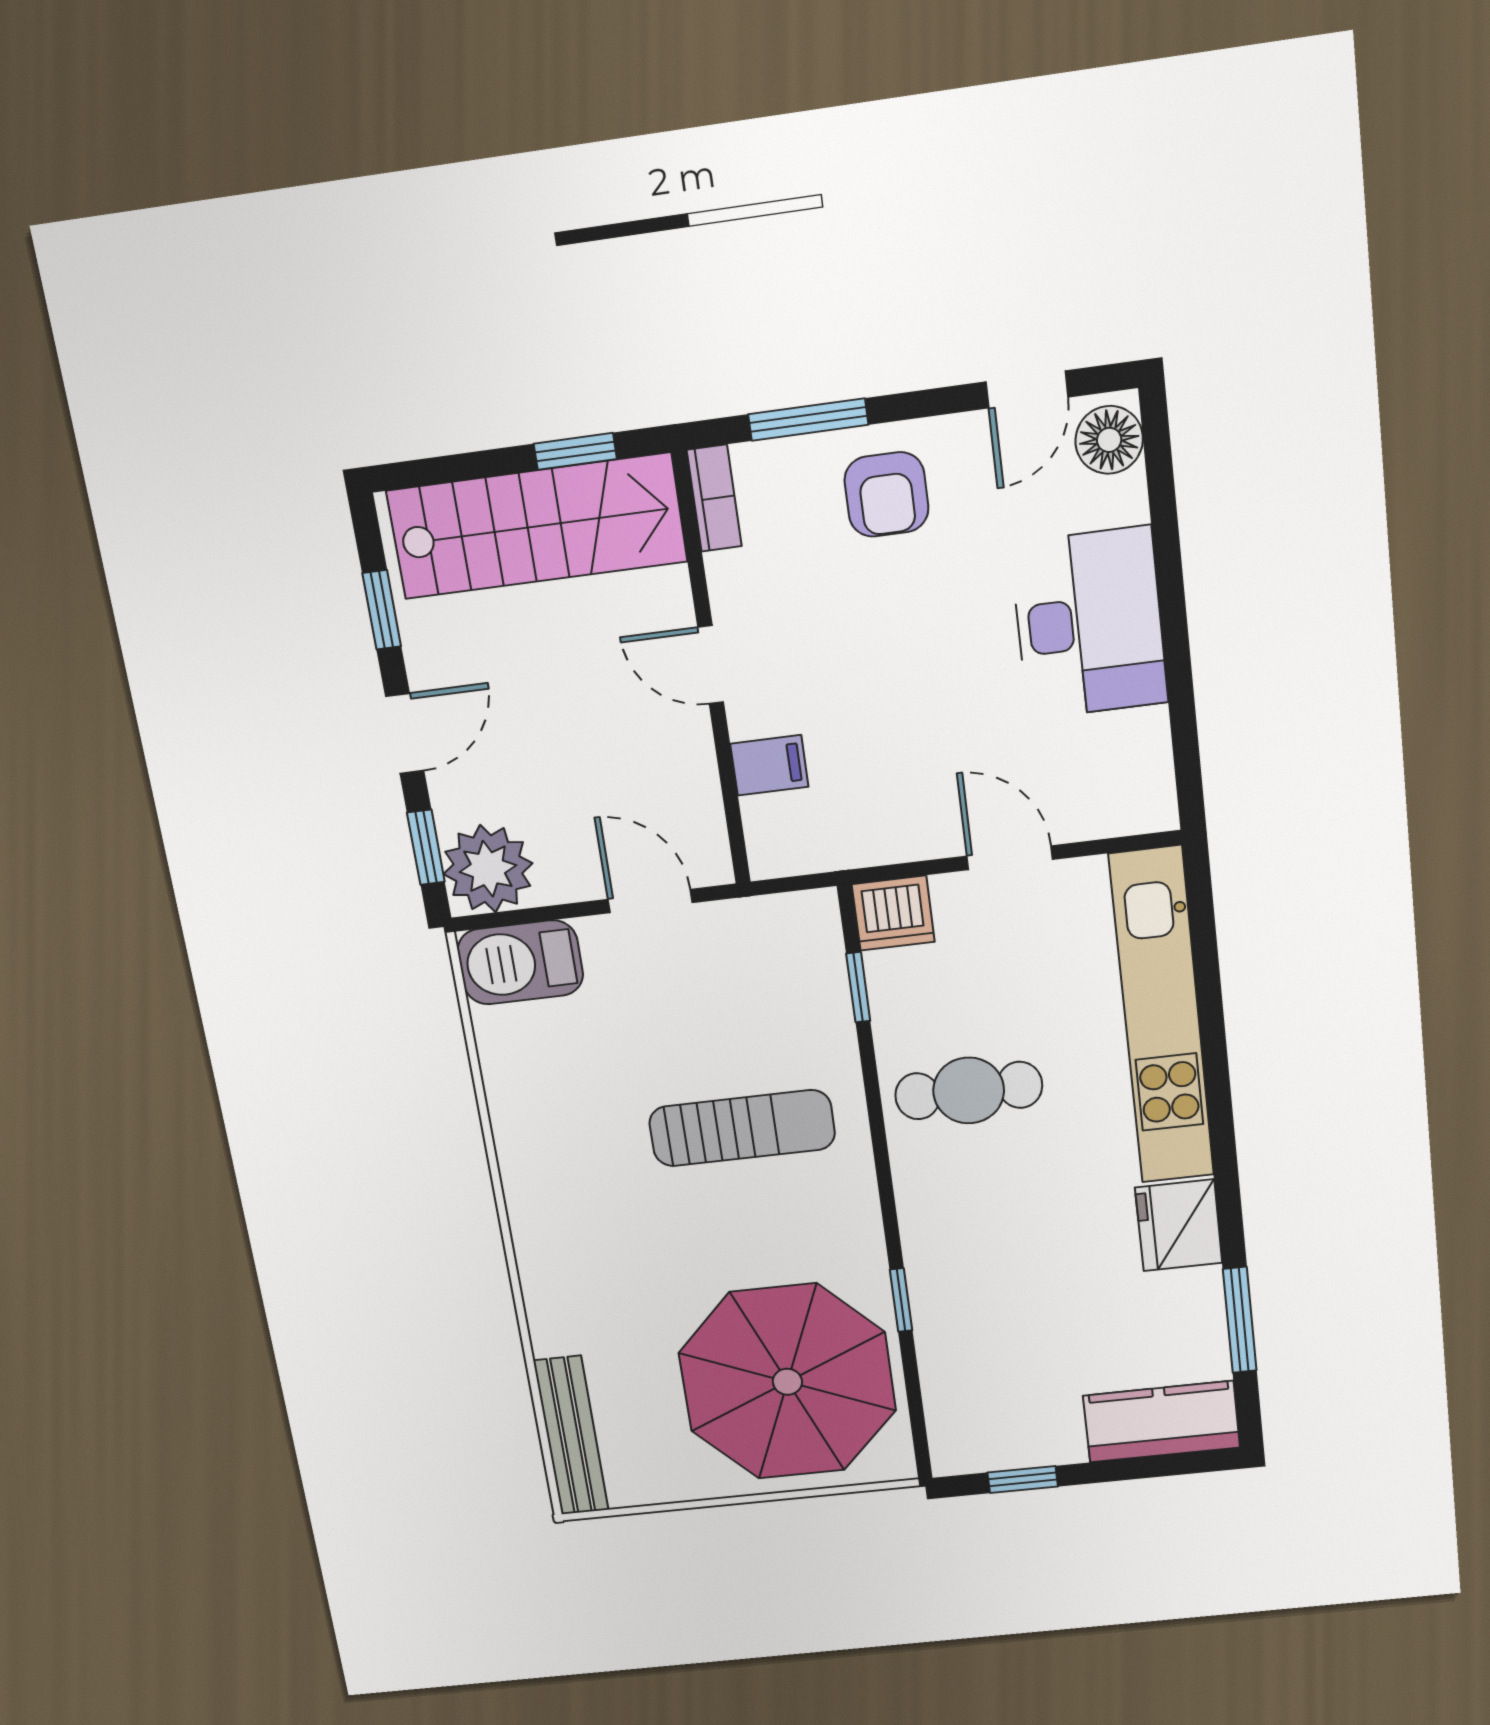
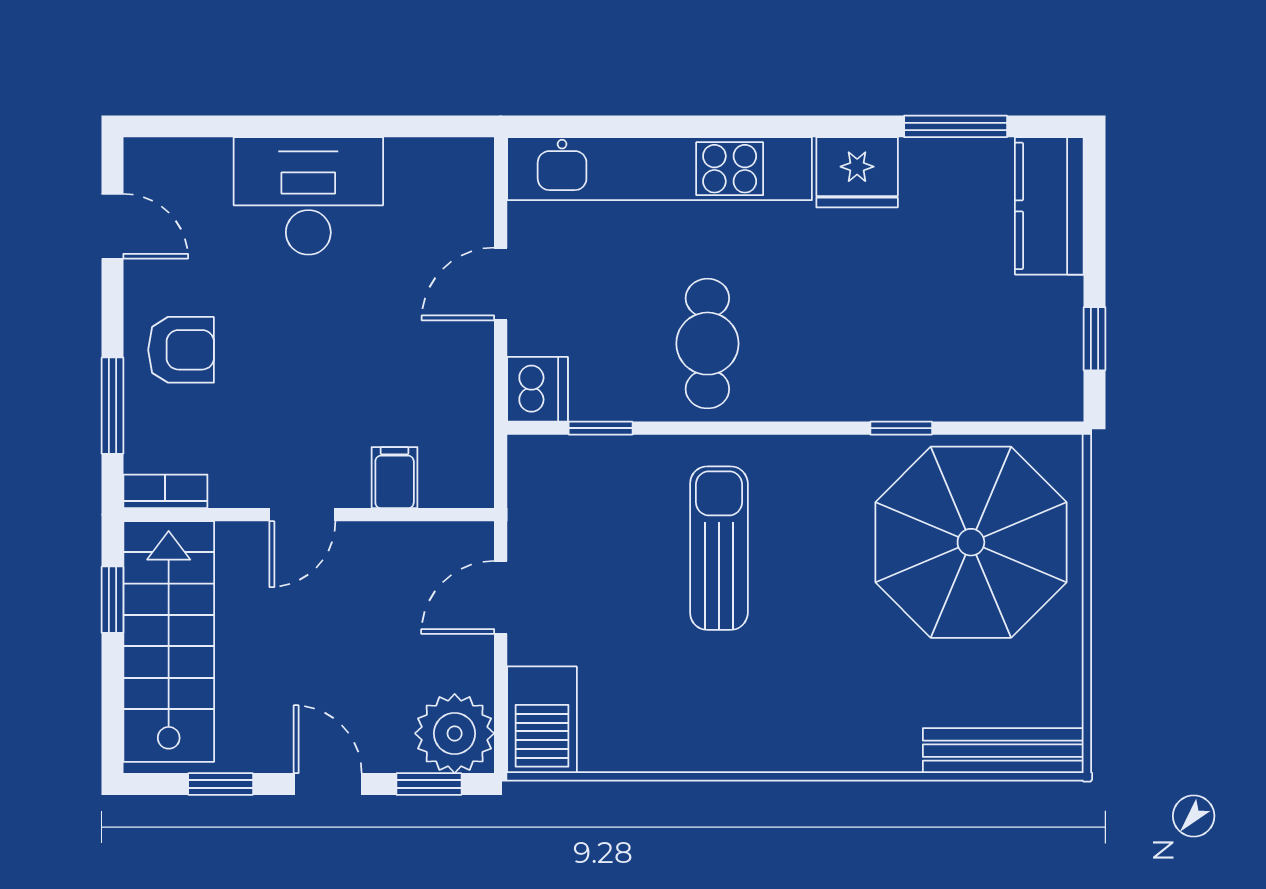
floor lamp: (1109, 440) -> (161, 164), removed

